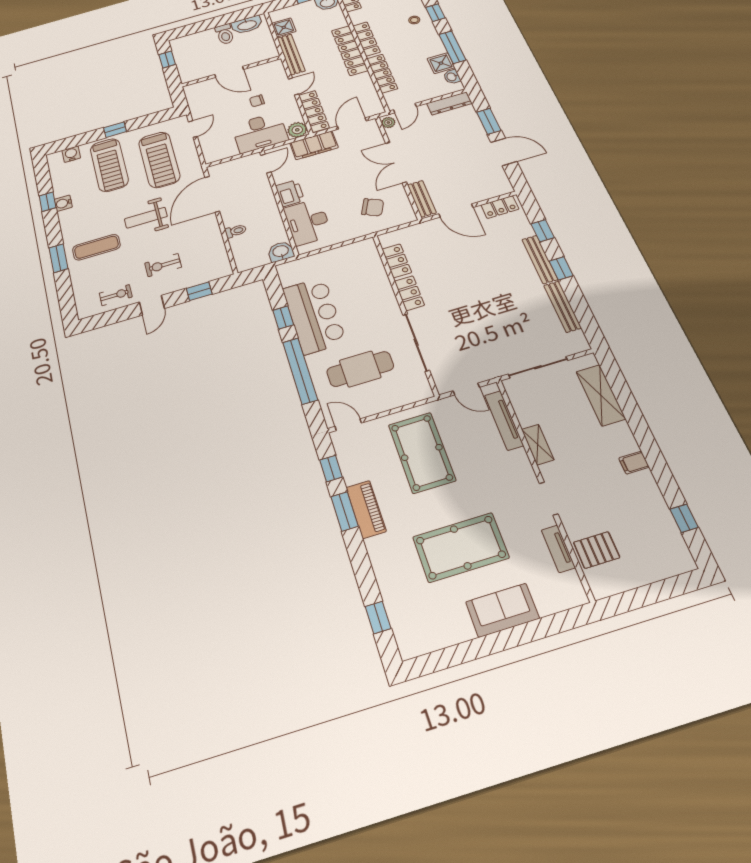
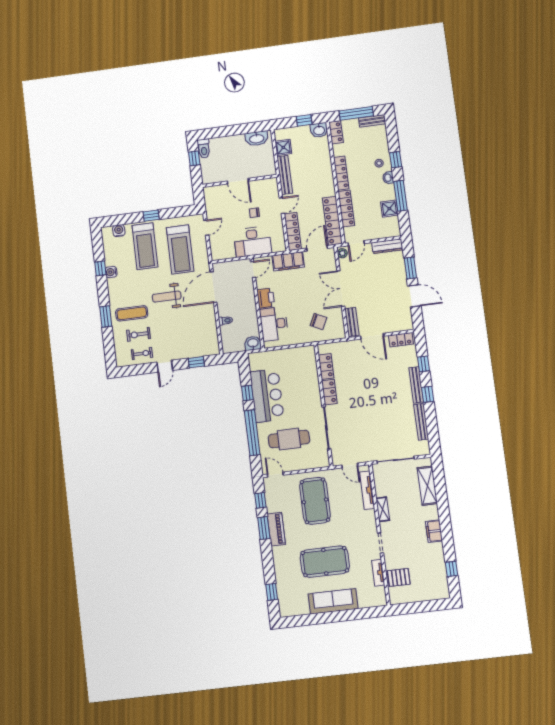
toilet: (225, 34) -> (204, 148), moved
locker: (350, 50) -> (332, 221), moved
washbasin: (452, 77) -> (388, 178), moved
plant: (297, 130) -> (279, 245), removed
exercise bike: (163, 265) -> (139, 334), moved
filing cabinet: (634, 463) -> (434, 531), width x2.00
sofa: (502, 610) -> (333, 601), width x1.36

